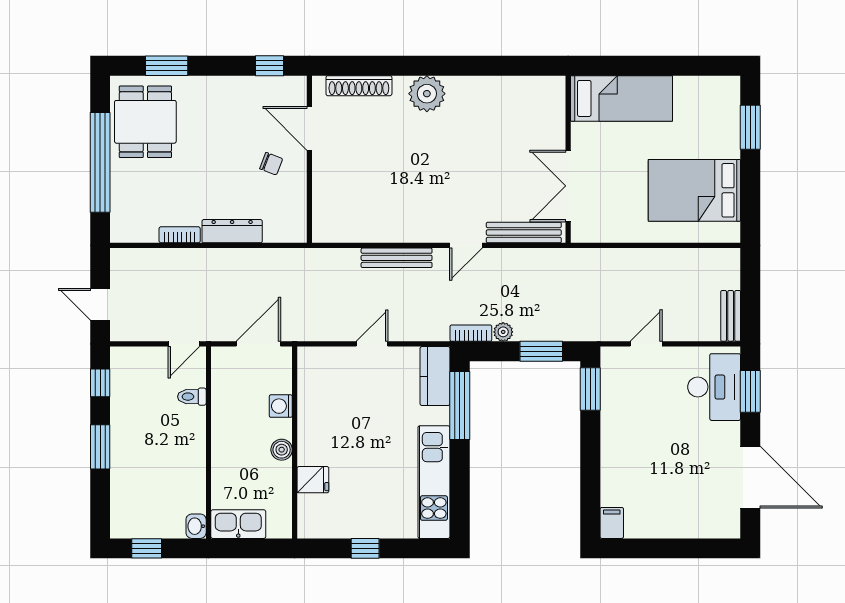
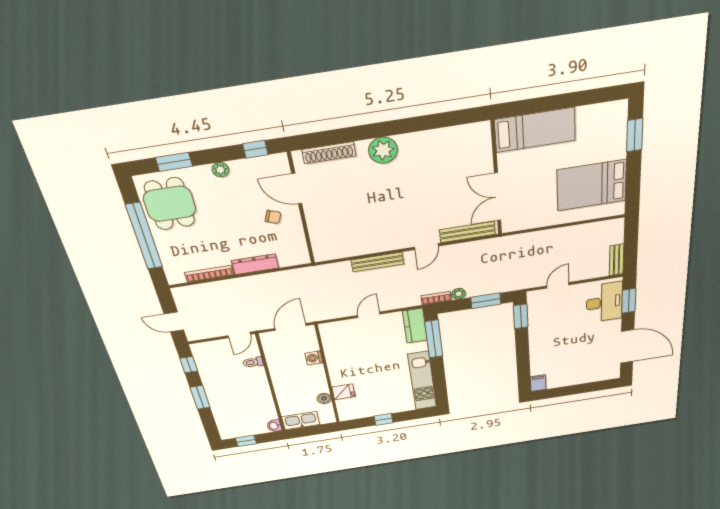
plant: (220, 86) -> (220, 170), added
bookcase: (180, 235) -> (209, 274), width x1.56
boiler: (282, 450) -> (324, 398), moved

